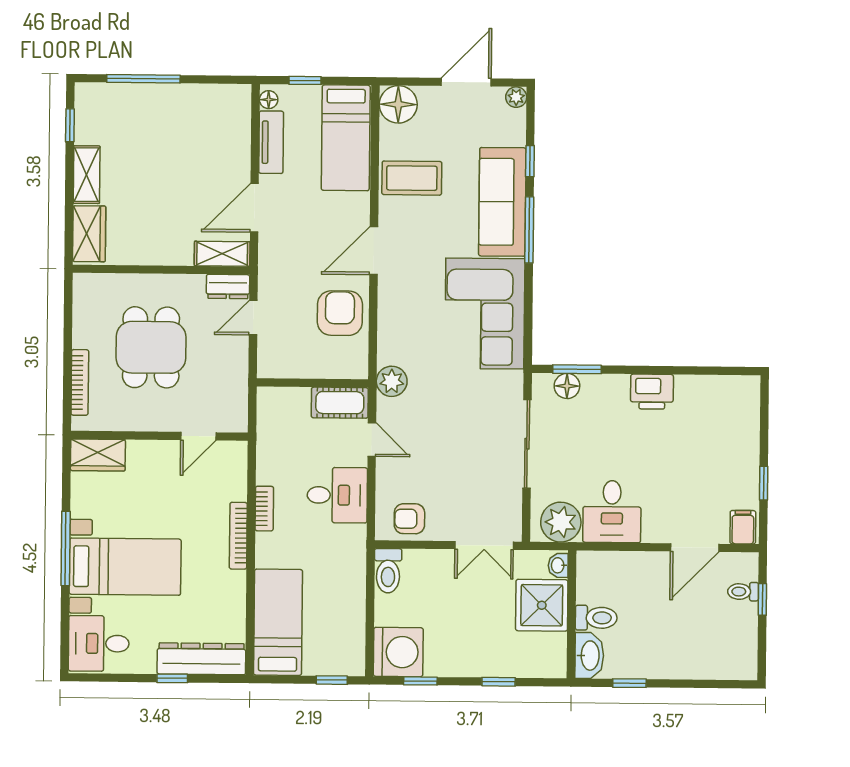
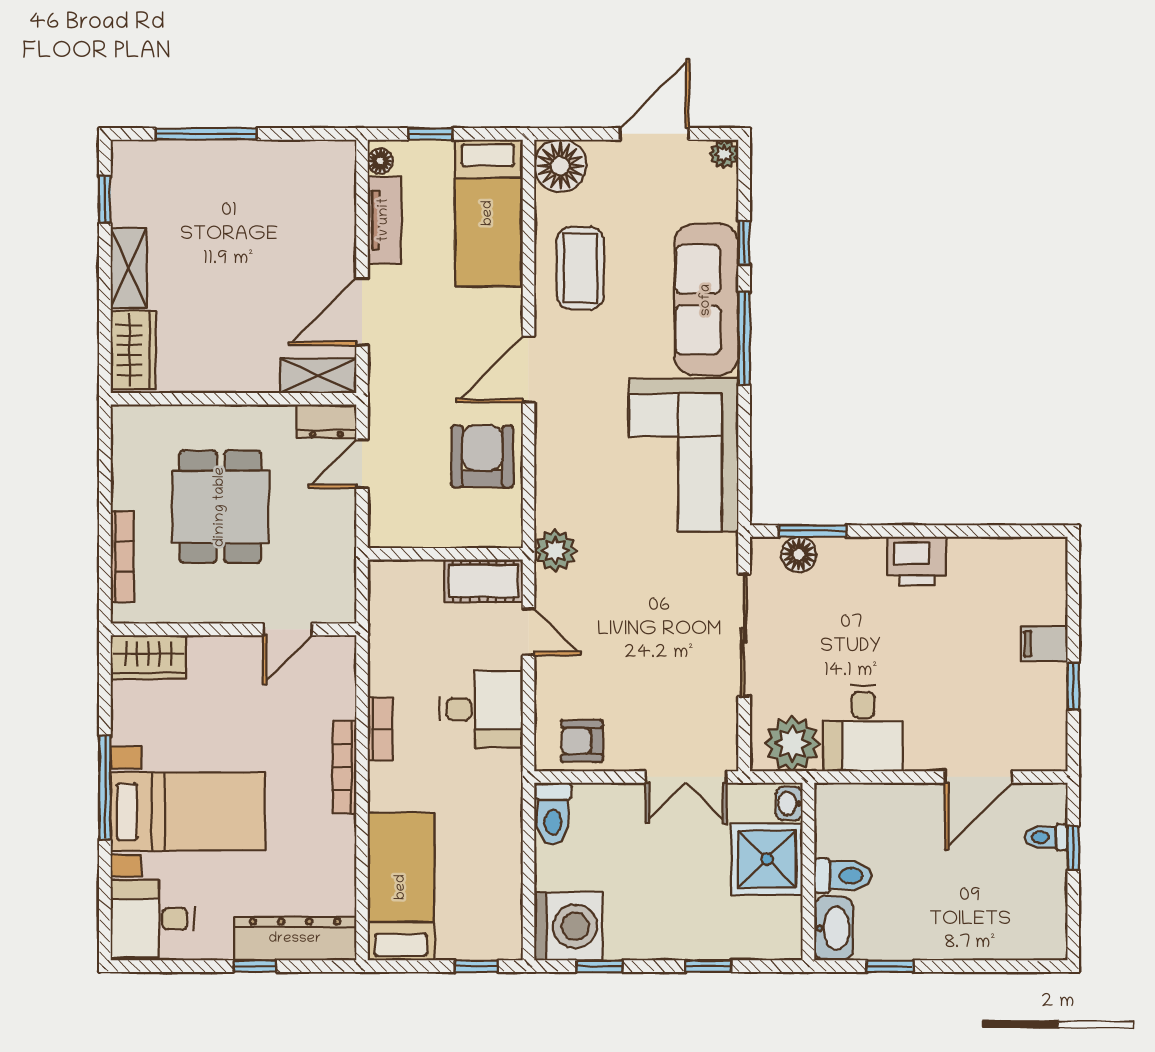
coffee table: (412, 178) -> (580, 268), turned 90
filing cabinet: (743, 527) -> (1044, 644), moved, turned -90

